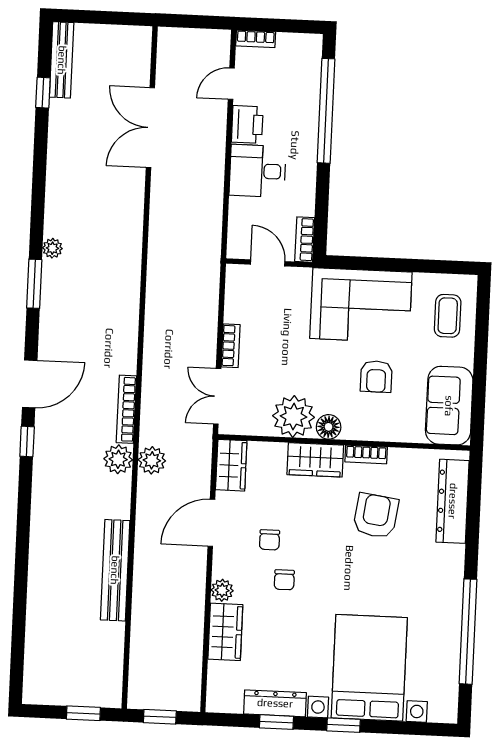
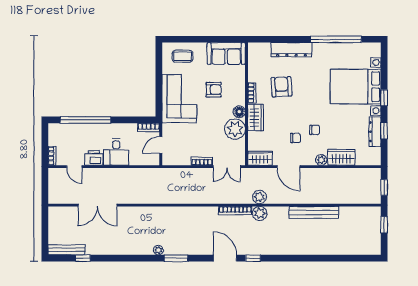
dresser: (453, 501) -> (291, 50), moved
armchair: (376, 516) -> (281, 87), turned 79

